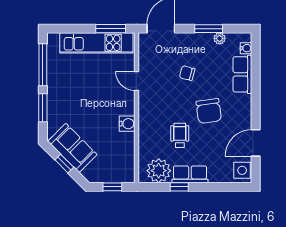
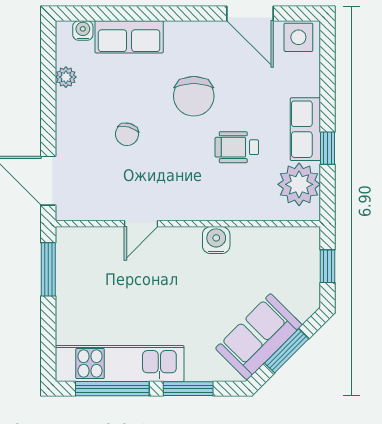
window: (209, 29) -> (48, 96), removed
kitchen unit: (96, 43) -> (120, 363), moved, turned -90
chair: (209, 111) -> (194, 96), turned 98
window: (64, 164) -> (287, 351), width x1.50

